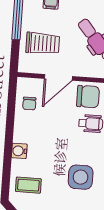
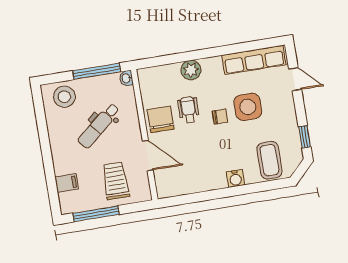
chair: (29, 104) -> (220, 116), moved
coffee table: (28, 185) -> (269, 160), width x1.36, depth x1.30

